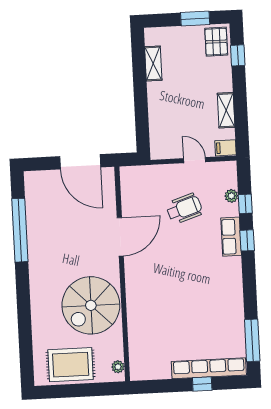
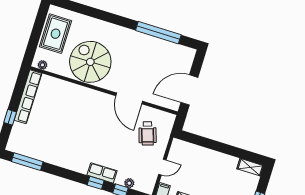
shelving: (153, 63) -> (250, 167), moved
wheelchair: (184, 209) -> (148, 133), moved
row of seats: (209, 368) -> (28, 97), moved

